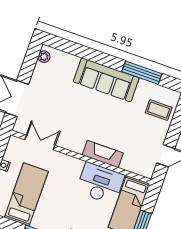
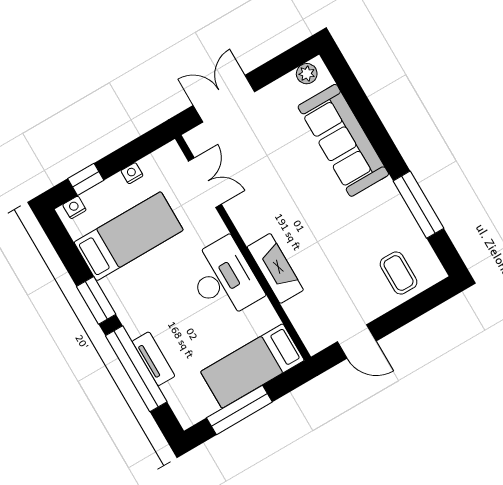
sofa: (106, 80) -> (343, 140), moved
desk: (100, 183) -> (224, 279), moved

